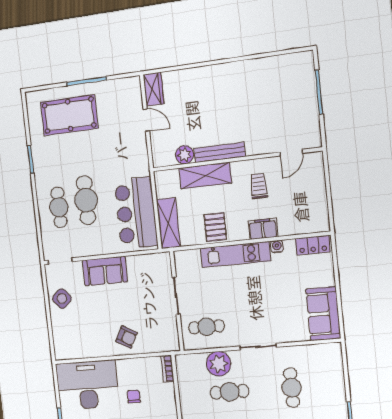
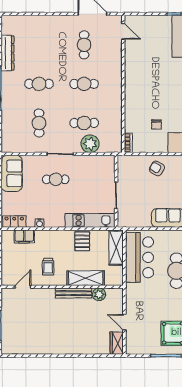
filing cabinet: (263, 229) -> (24, 236), moved
kitchen unit: (235, 255) -> (90, 220), moved
cafe table: (207, 327) -> (56, 179), moved

